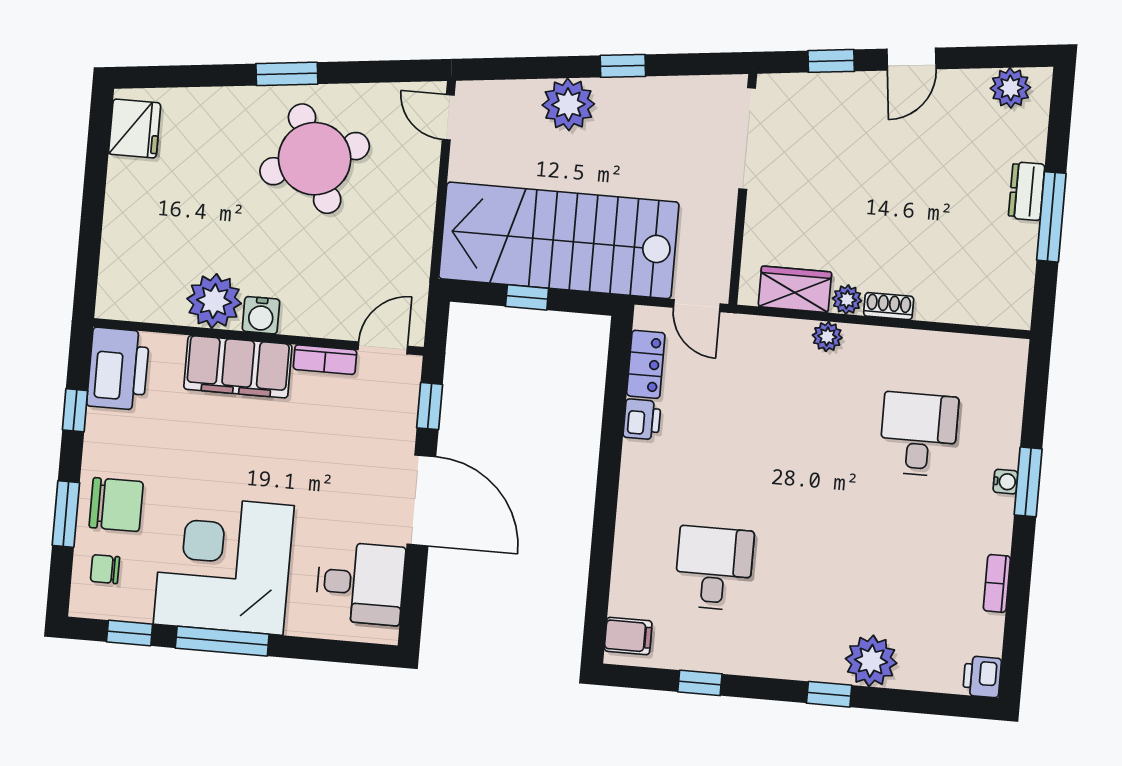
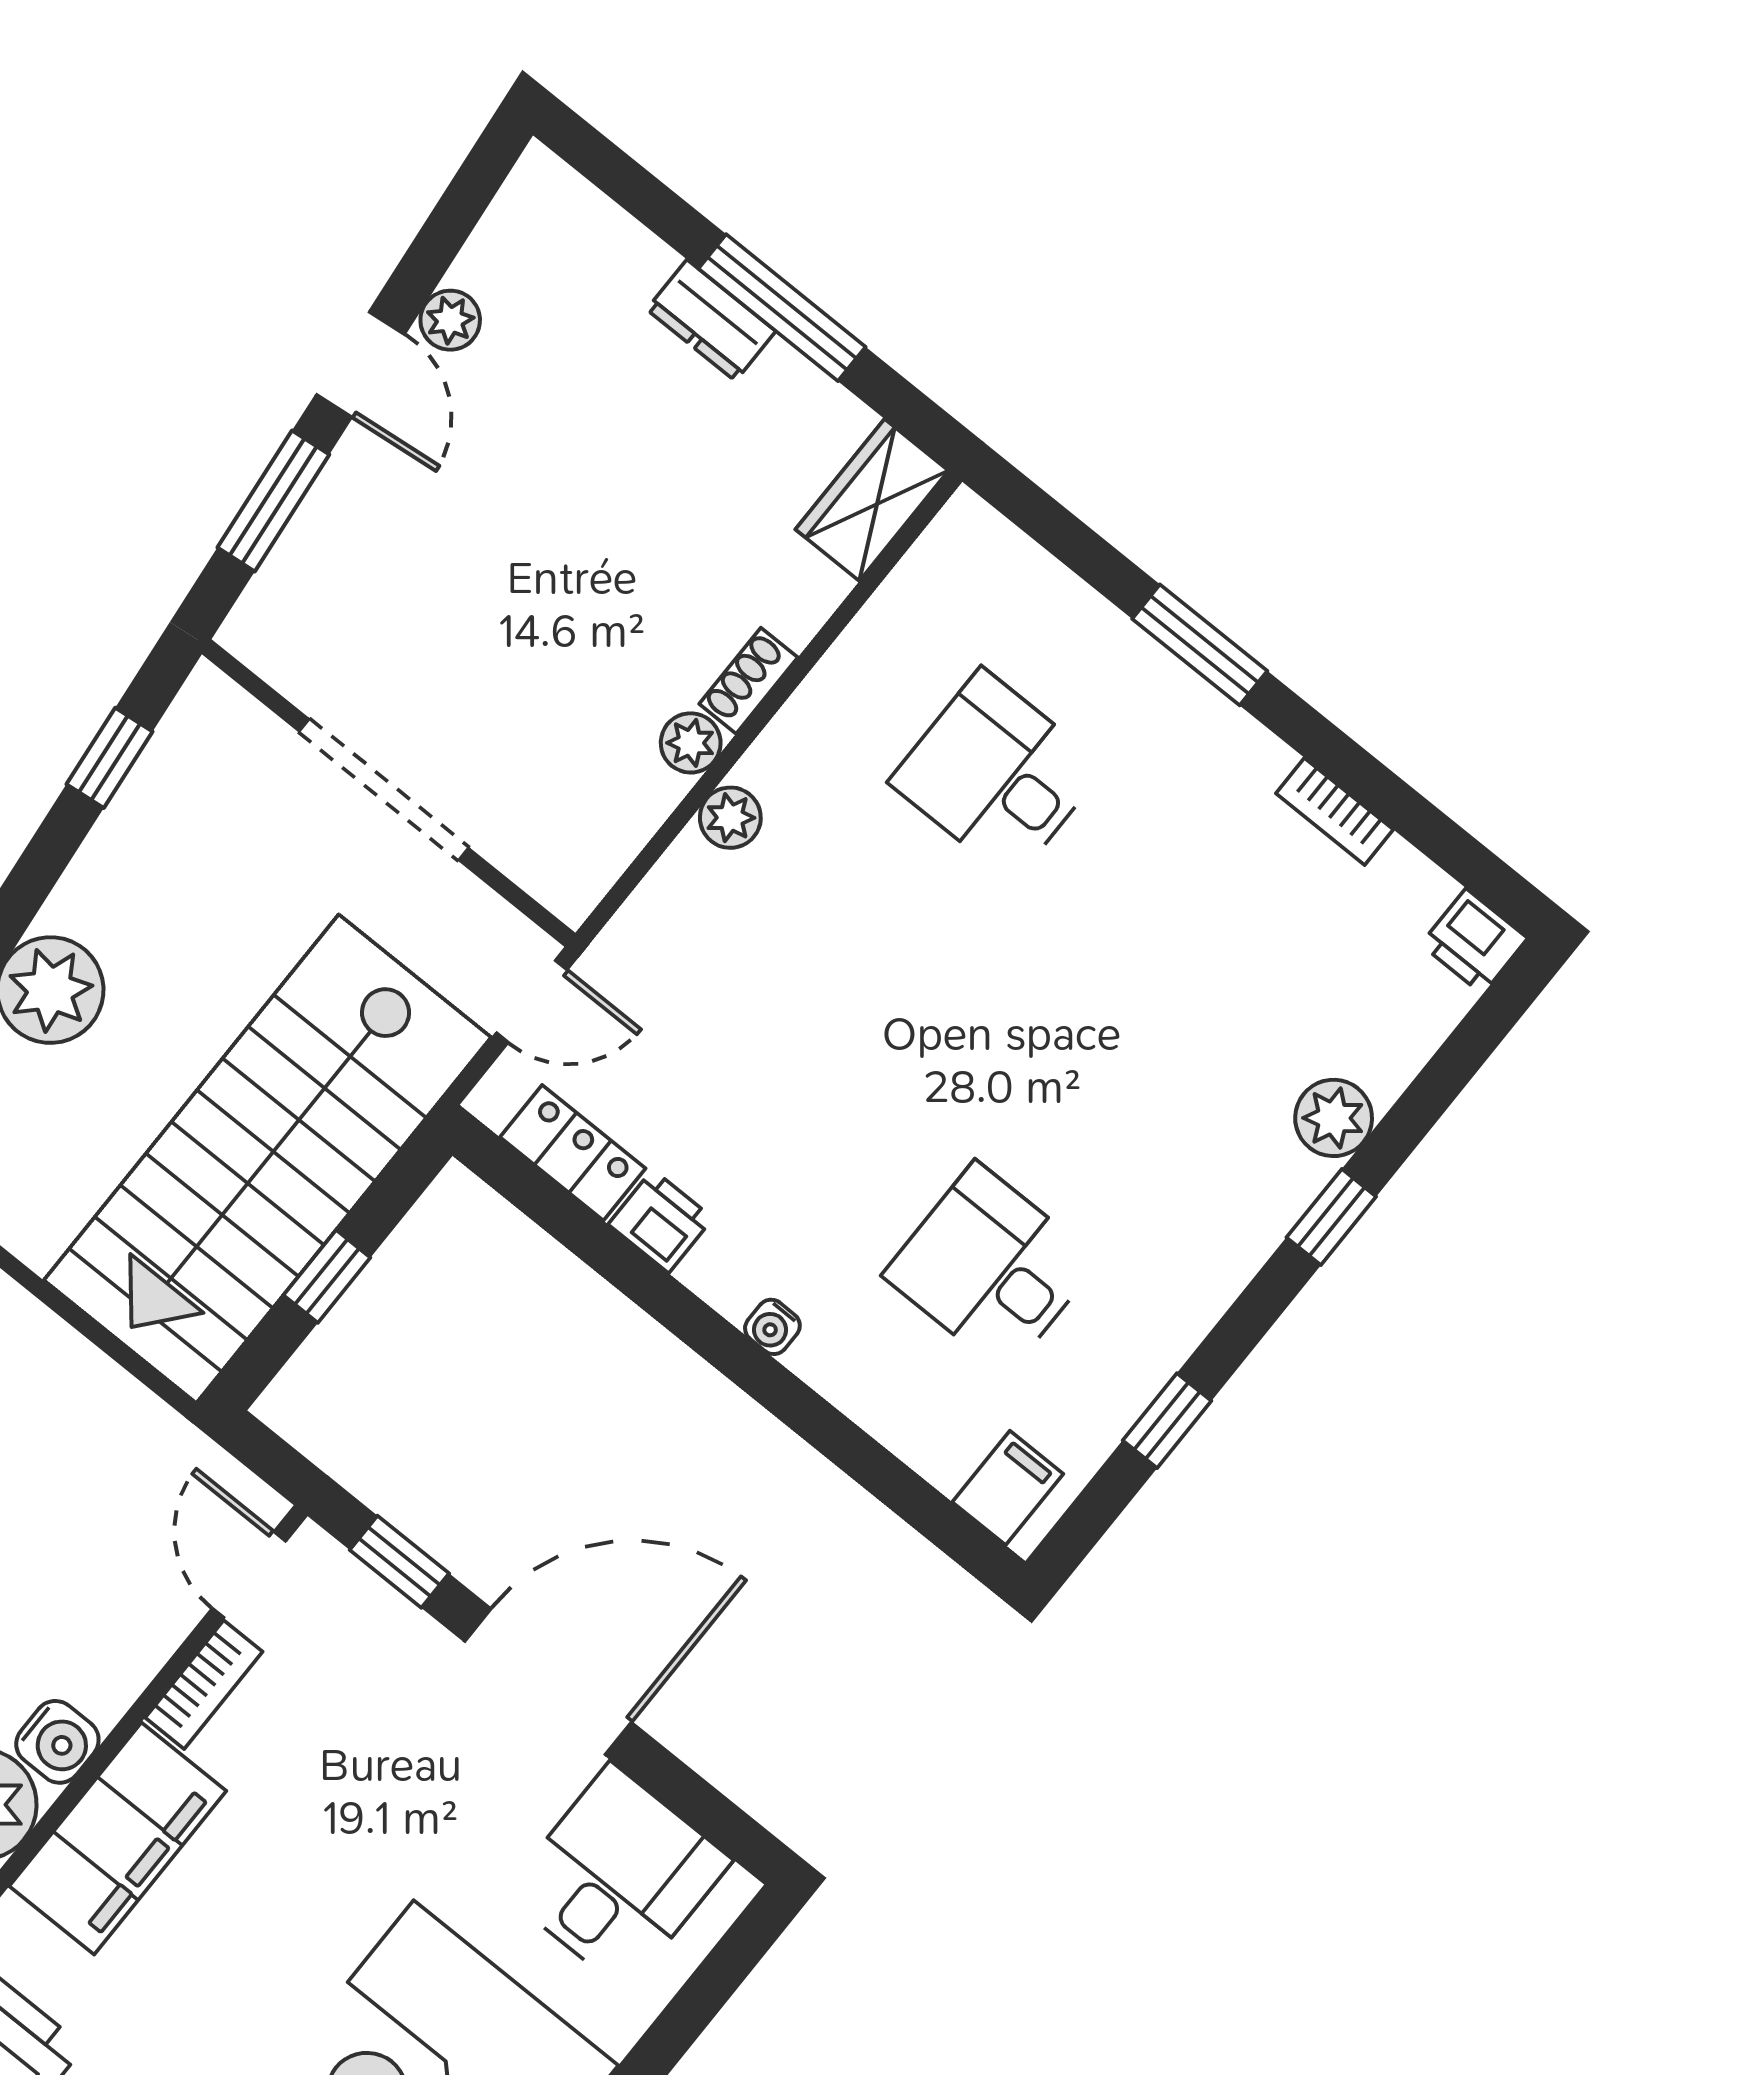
window: (831, 61) -> (273, 501), width x1.50
window: (623, 66) -> (109, 758), moved
plant: (1010, 88) -> (450, 320), moved, width x0.73, depth x0.73
doorway: (747, 138) -> (384, 790), moved
wardrobe: (795, 289) -> (872, 500), moved
water cooler: (1005, 482) -> (772, 1327), moved, turned 180
plant: (871, 661) -> (1334, 1118), width x0.73, depth x0.73

